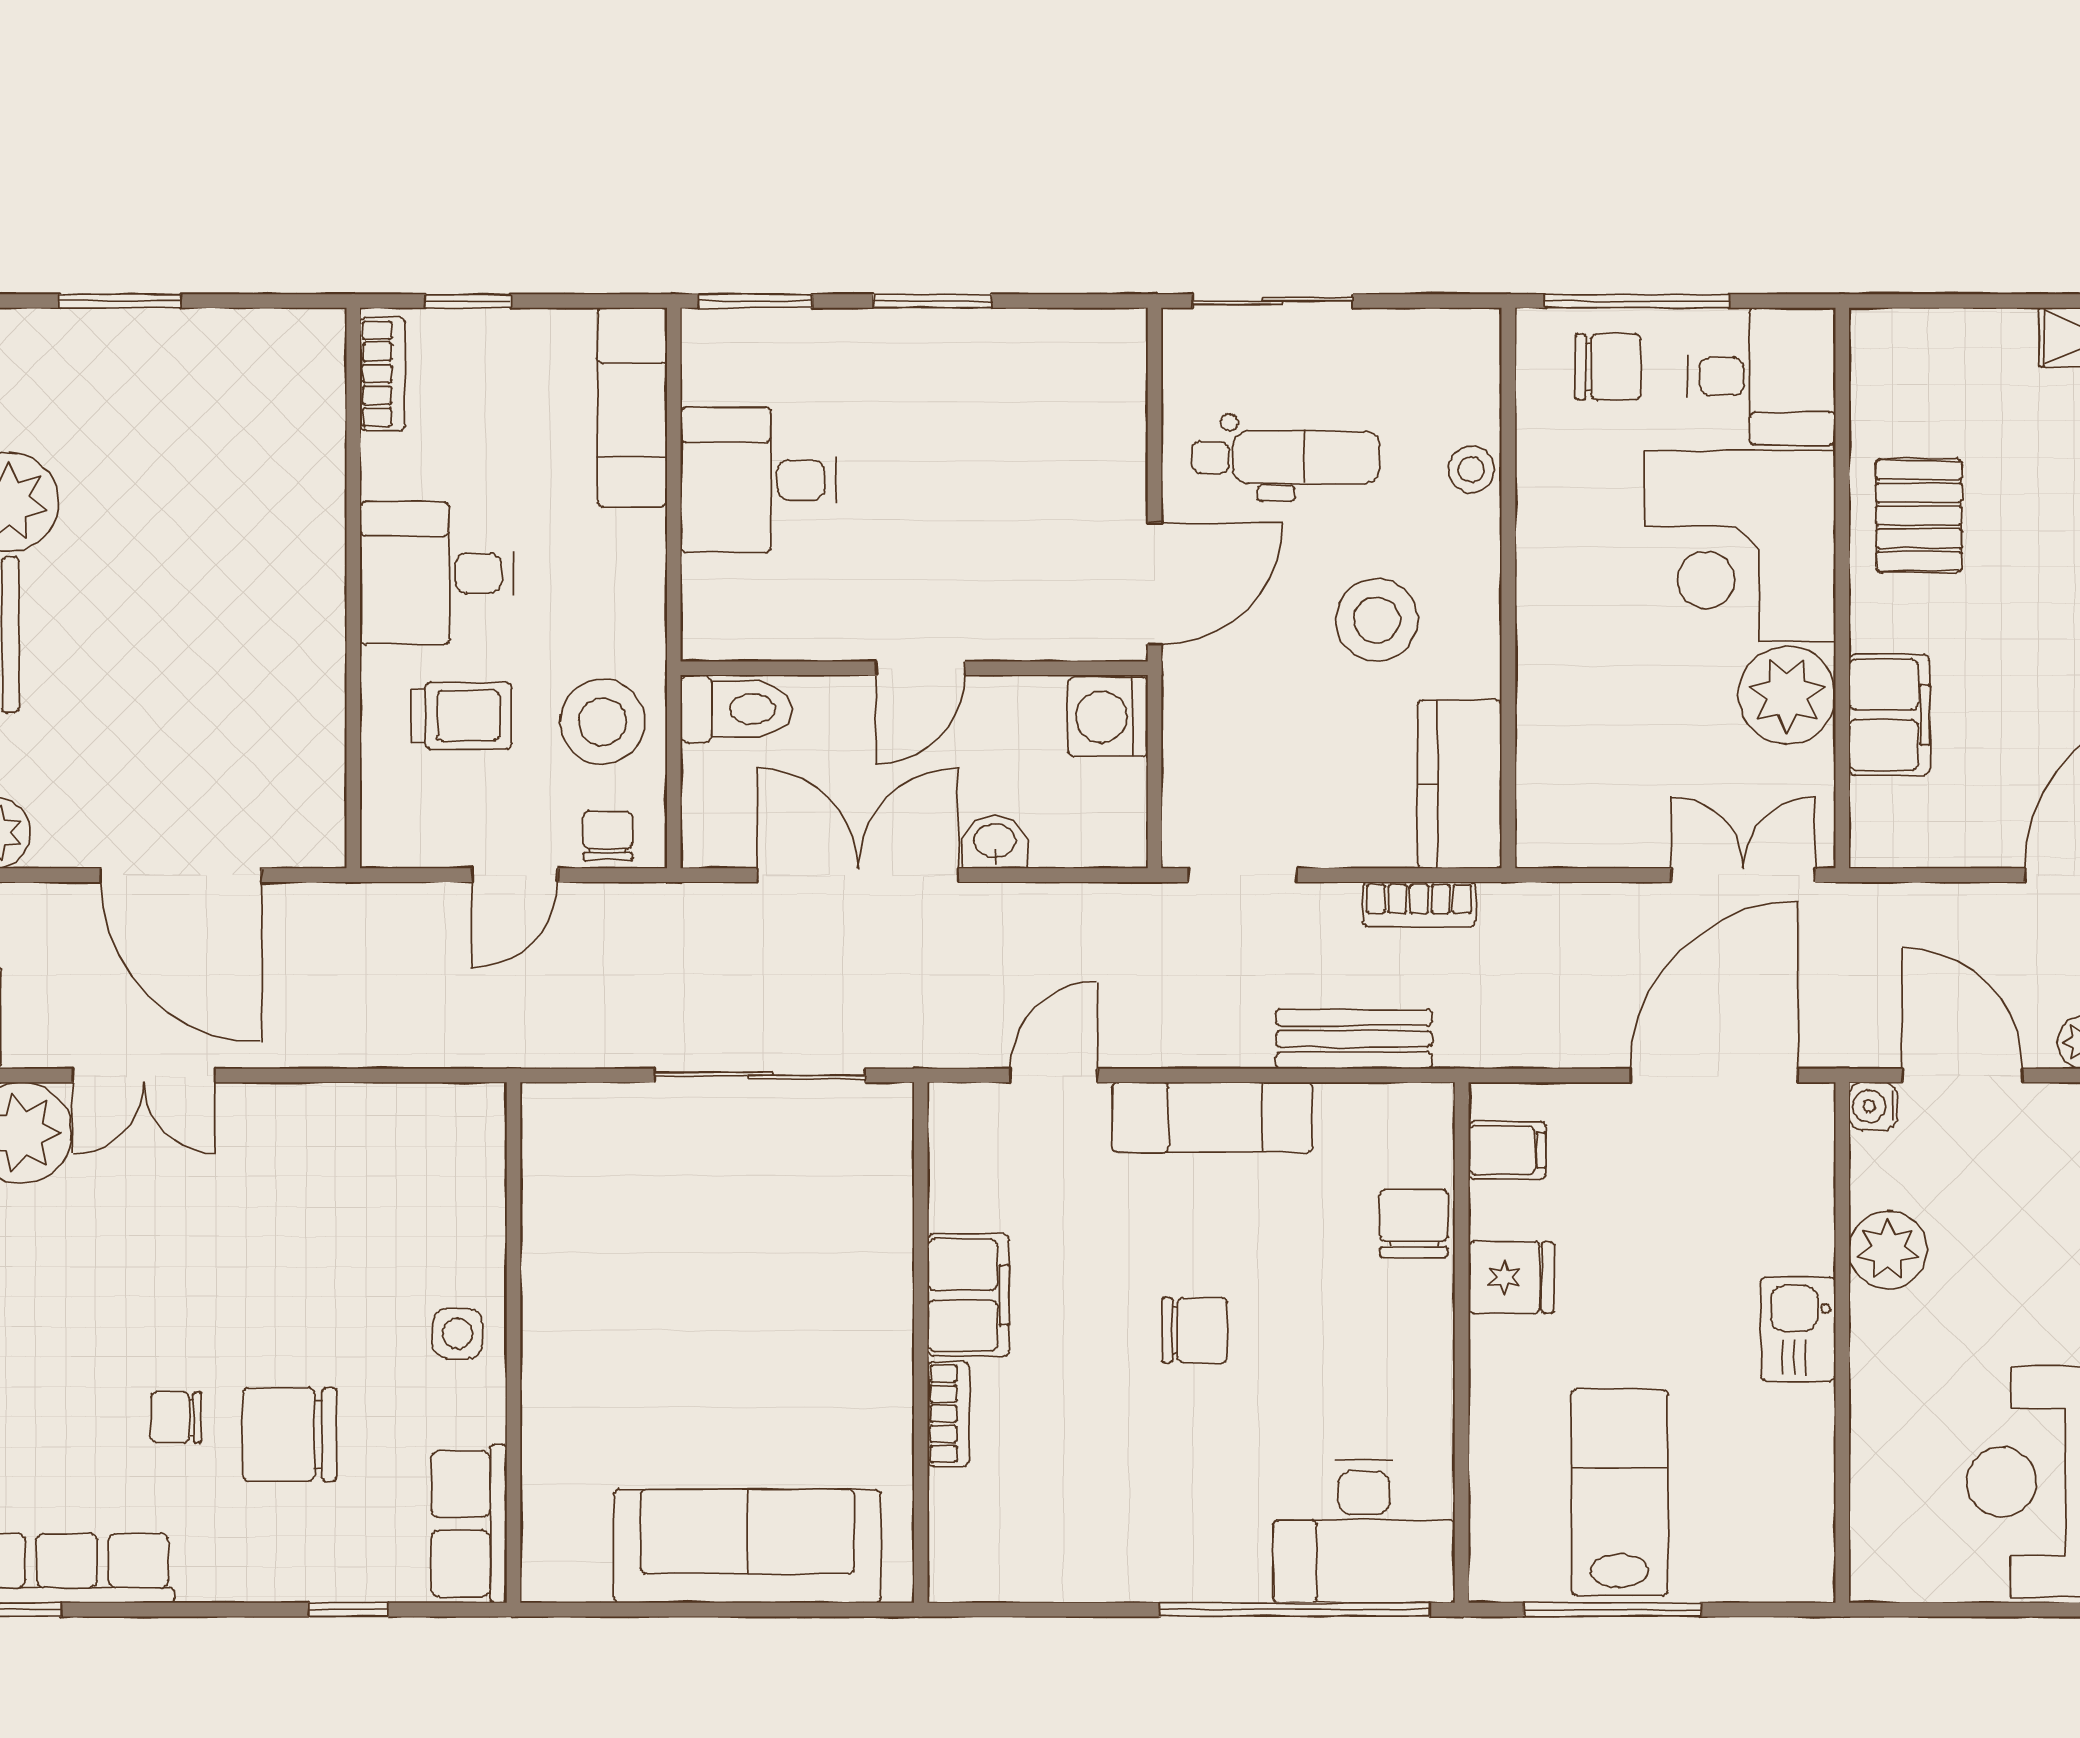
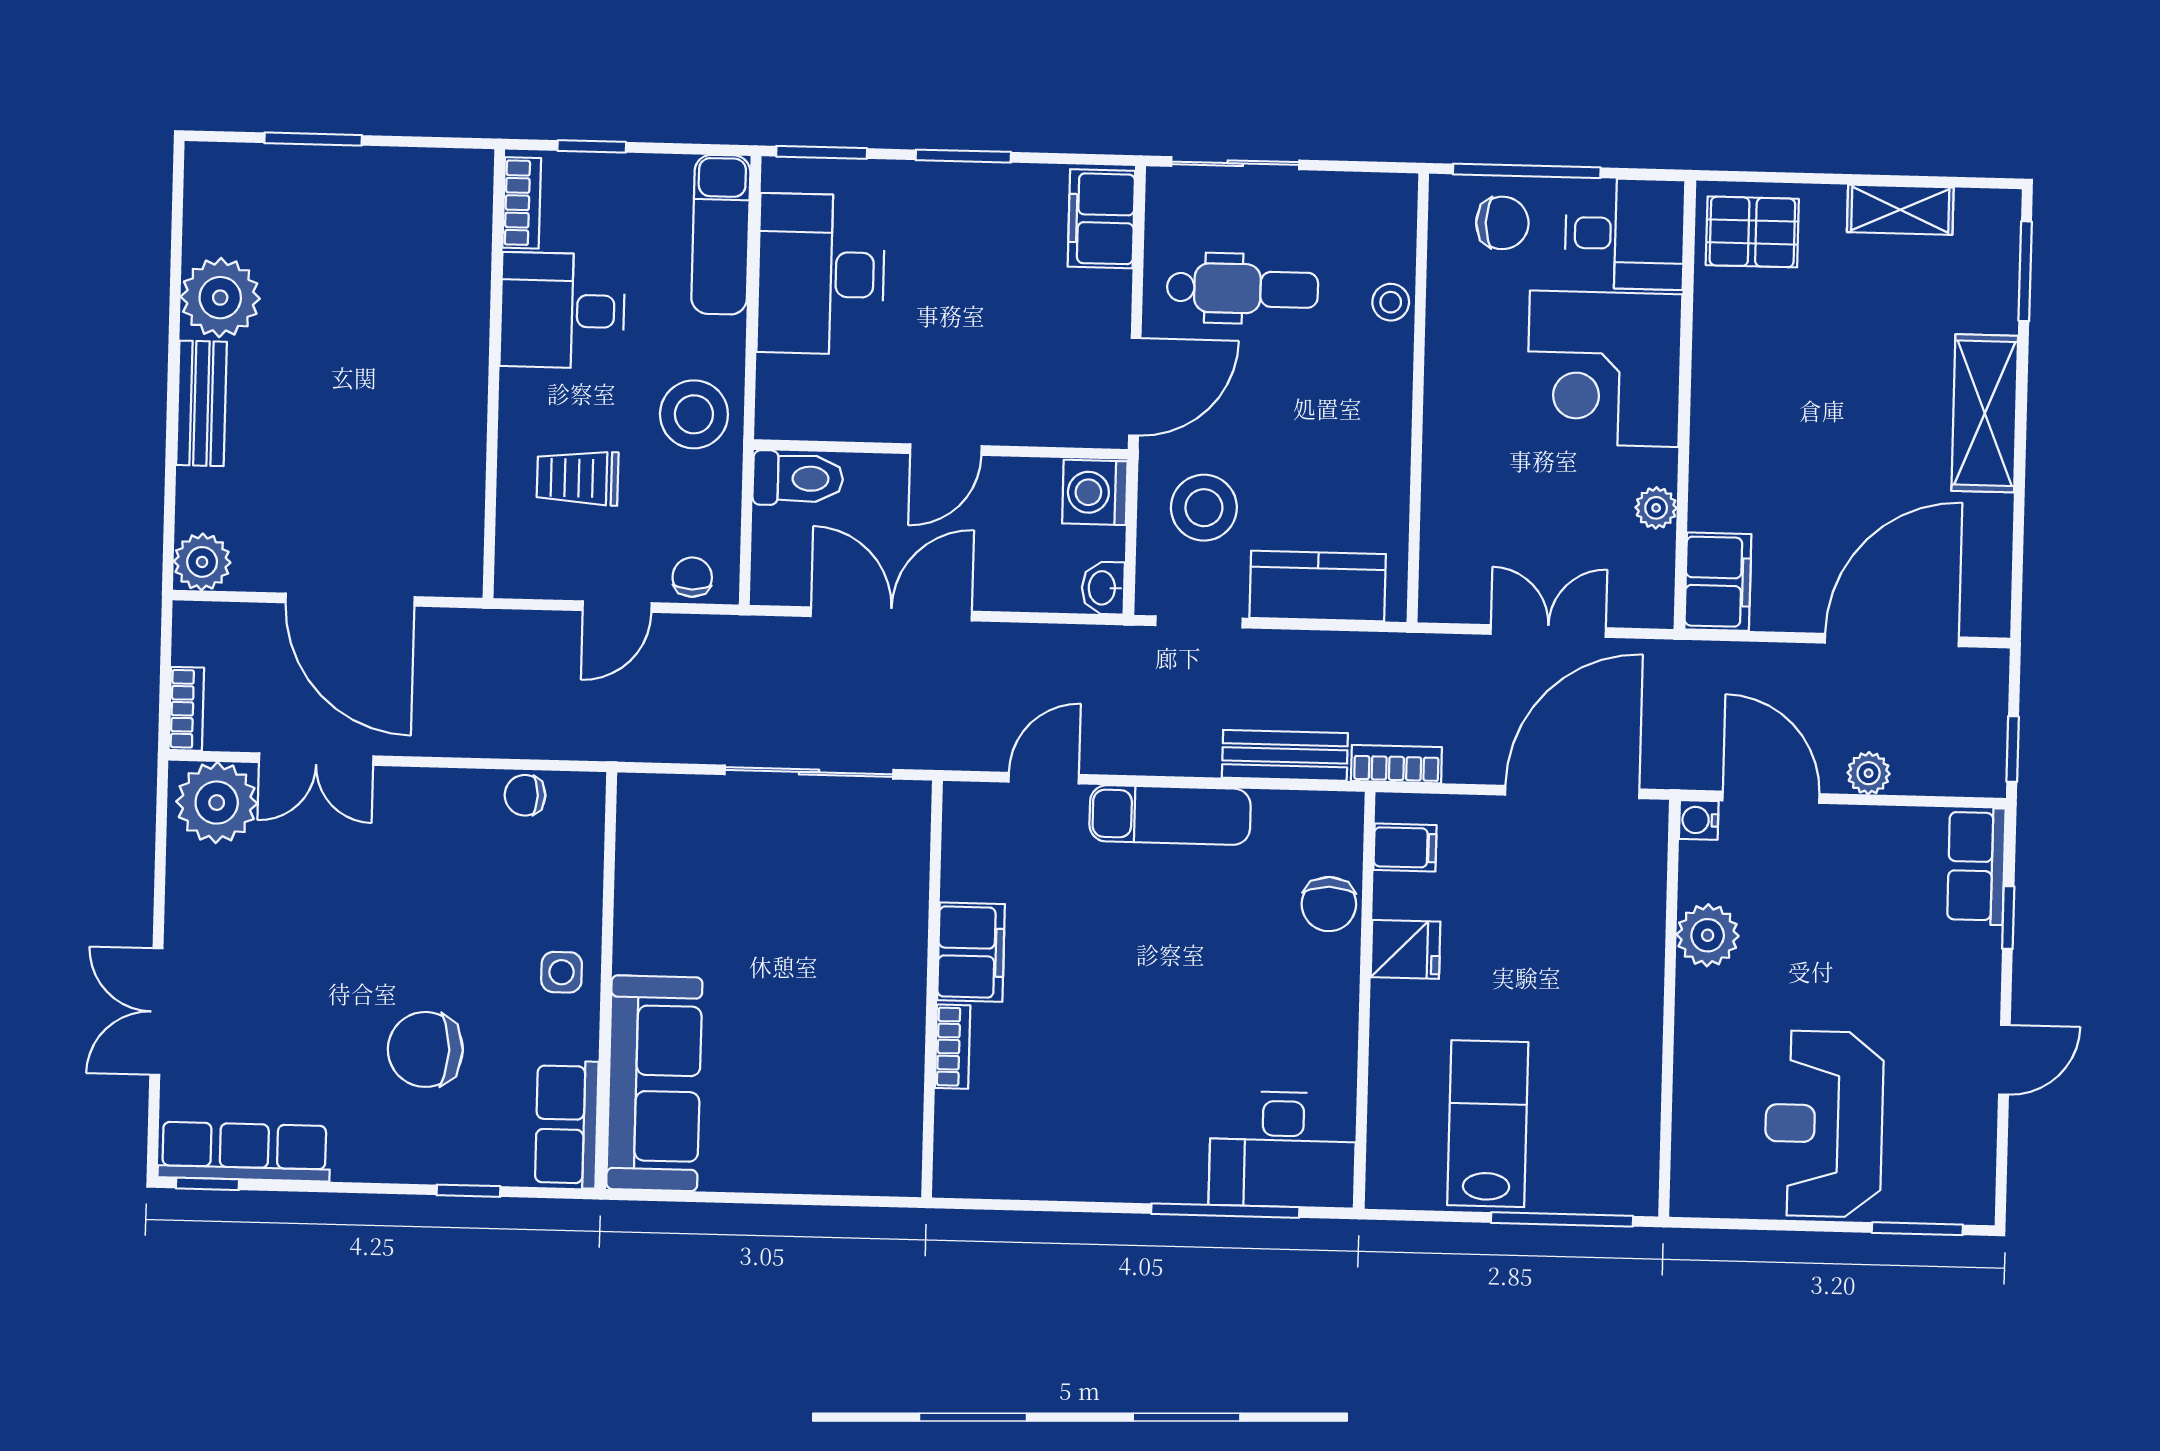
filing cabinet: (1107, 375) -> (1101, 219), added
desk: (759, 480) -> (821, 274), width x1.37
pallet: (1919, 516) -> (1752, 232), moved, turned 90
desk: (437, 573) -> (562, 310), moved
stool: (1377, 620) -> (1204, 508), moved
plant: (1787, 695) -> (1656, 508), width x0.53, depth x0.53
filing cabinet: (1889, 715) -> (1718, 582), moved
trolley: (461, 716) -> (578, 478), turned 180
stool: (603, 722) -> (694, 414), moved
kitchen counter: (1460, 784) -> (1318, 586), moved, turned 90
washbasin: (995, 842) -> (1103, 588), moved, turned -90
double door: (1743, 875) -> (1548, 631), moved
bookcase: (1419, 904) -> (1396, 764), moved, turned 180
chair: (1414, 1223) -> (1329, 904), turned 180
kitchen sink: (1798, 1329) -> (1634, 997), removed
chair: (1194, 1330) -> (1151, 985), removed
chair: (176, 1418) -> (525, 795), moved
sofa: (747, 1546) -> (654, 1083), moved, turned 90
window: (1294, 1610) -> (1225, 1211), width x0.68
window: (1613, 1610) -> (1562, 1219), moved

